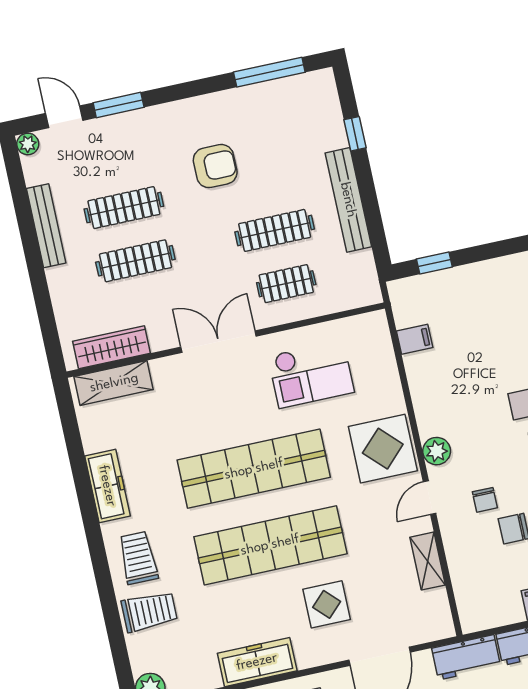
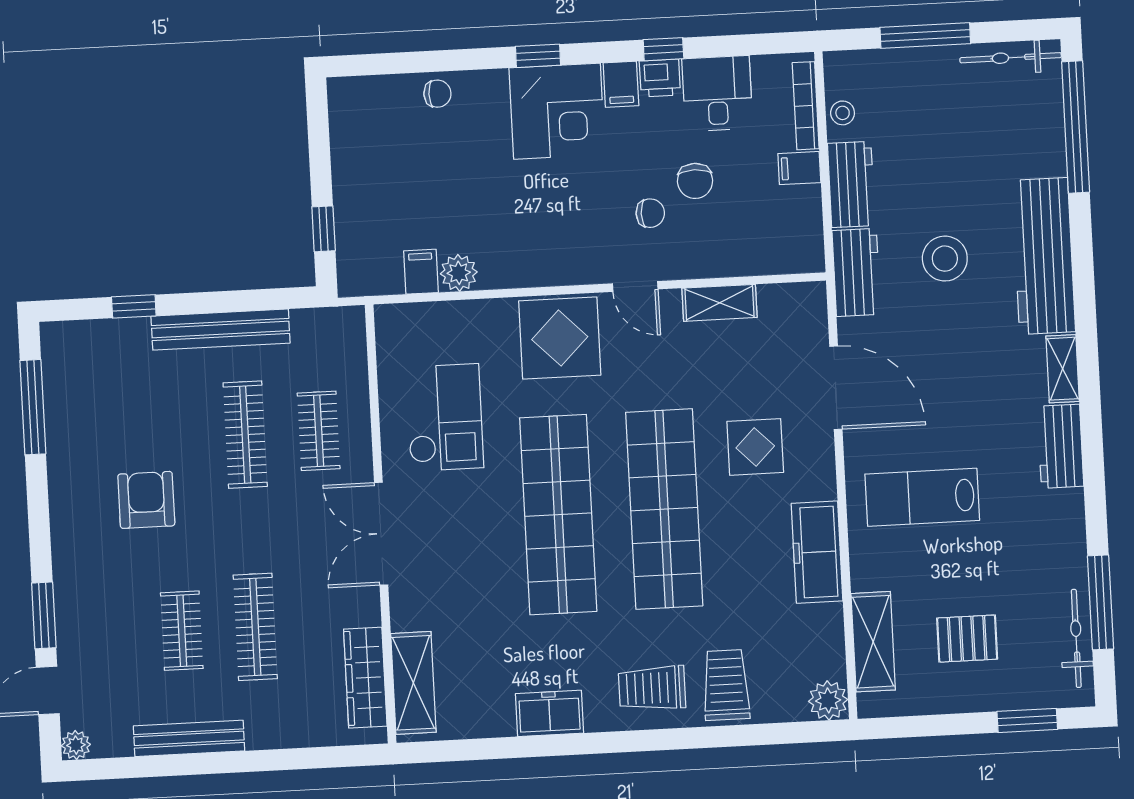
clothes rail: (124, 208) -> (182, 631), width x0.73
plant: (437, 451) -> (459, 273), moved
freezer: (107, 486) -> (549, 713), width x0.71

